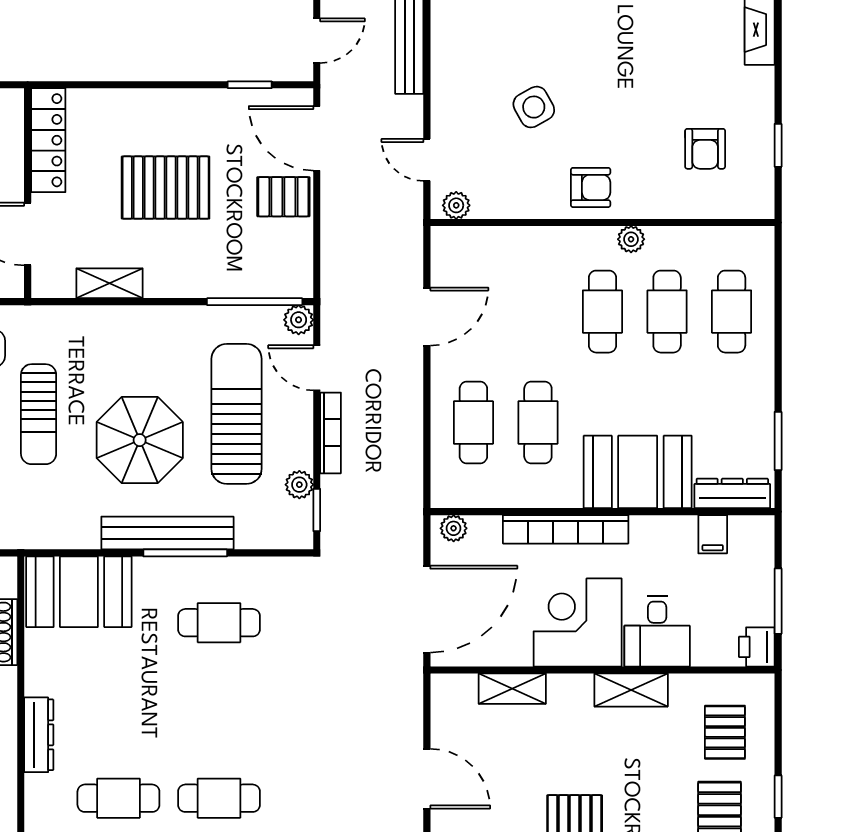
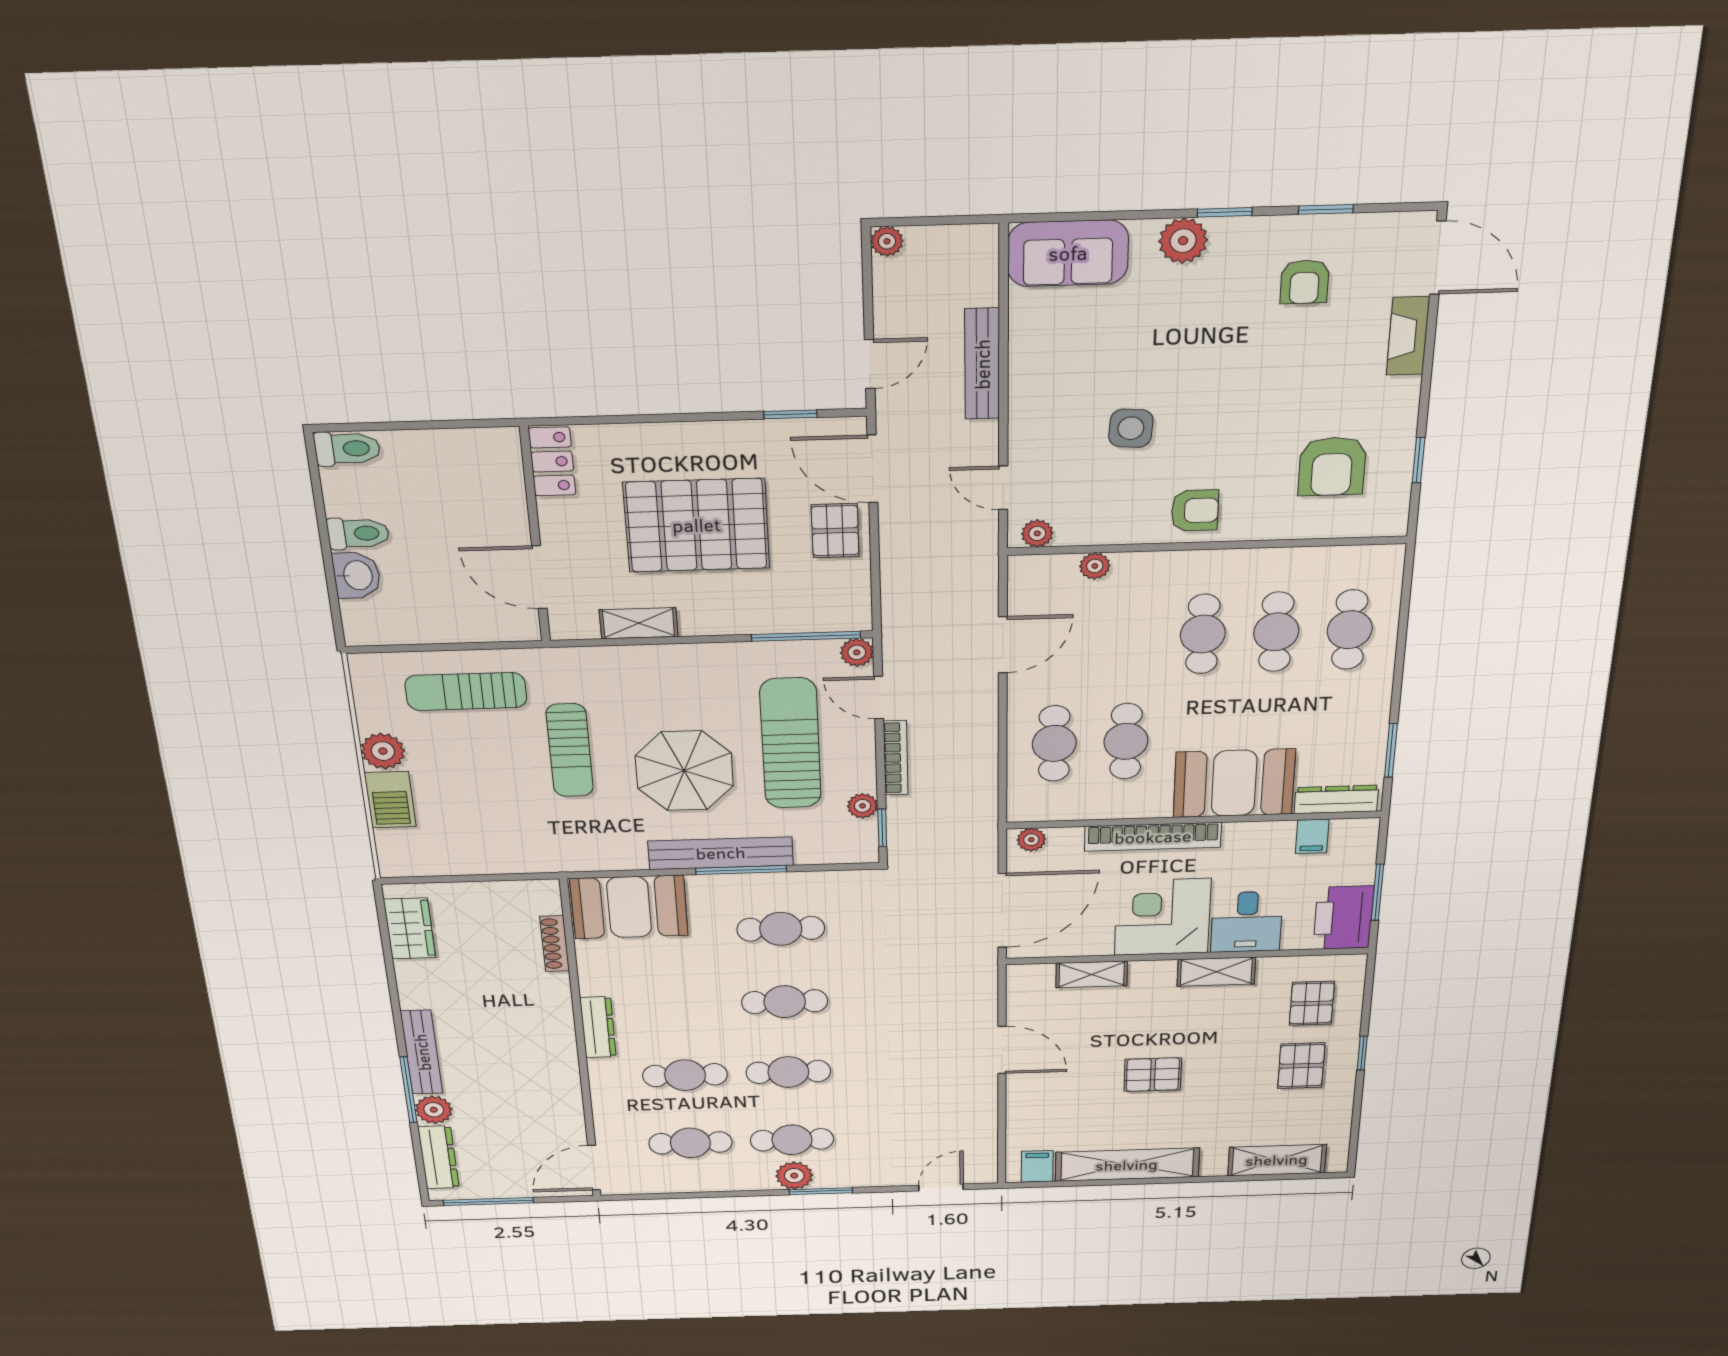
side table: (534, 107) -> (1131, 428), turned 33
locker: (48, 140) -> (552, 461), width x0.66
armchair: (705, 149) -> (1332, 466), width x1.38, depth x1.38
pallet: (166, 188) -> (697, 525), width x1.37, depth x1.41
pallet: (283, 197) -> (835, 531), turned 90
plant: (631, 239) -> (1095, 566), moved
printer: (757, 647) -> (1343, 918), width x1.87, depth x1.48
cafe table: (219, 710) -> (785, 1002), added

